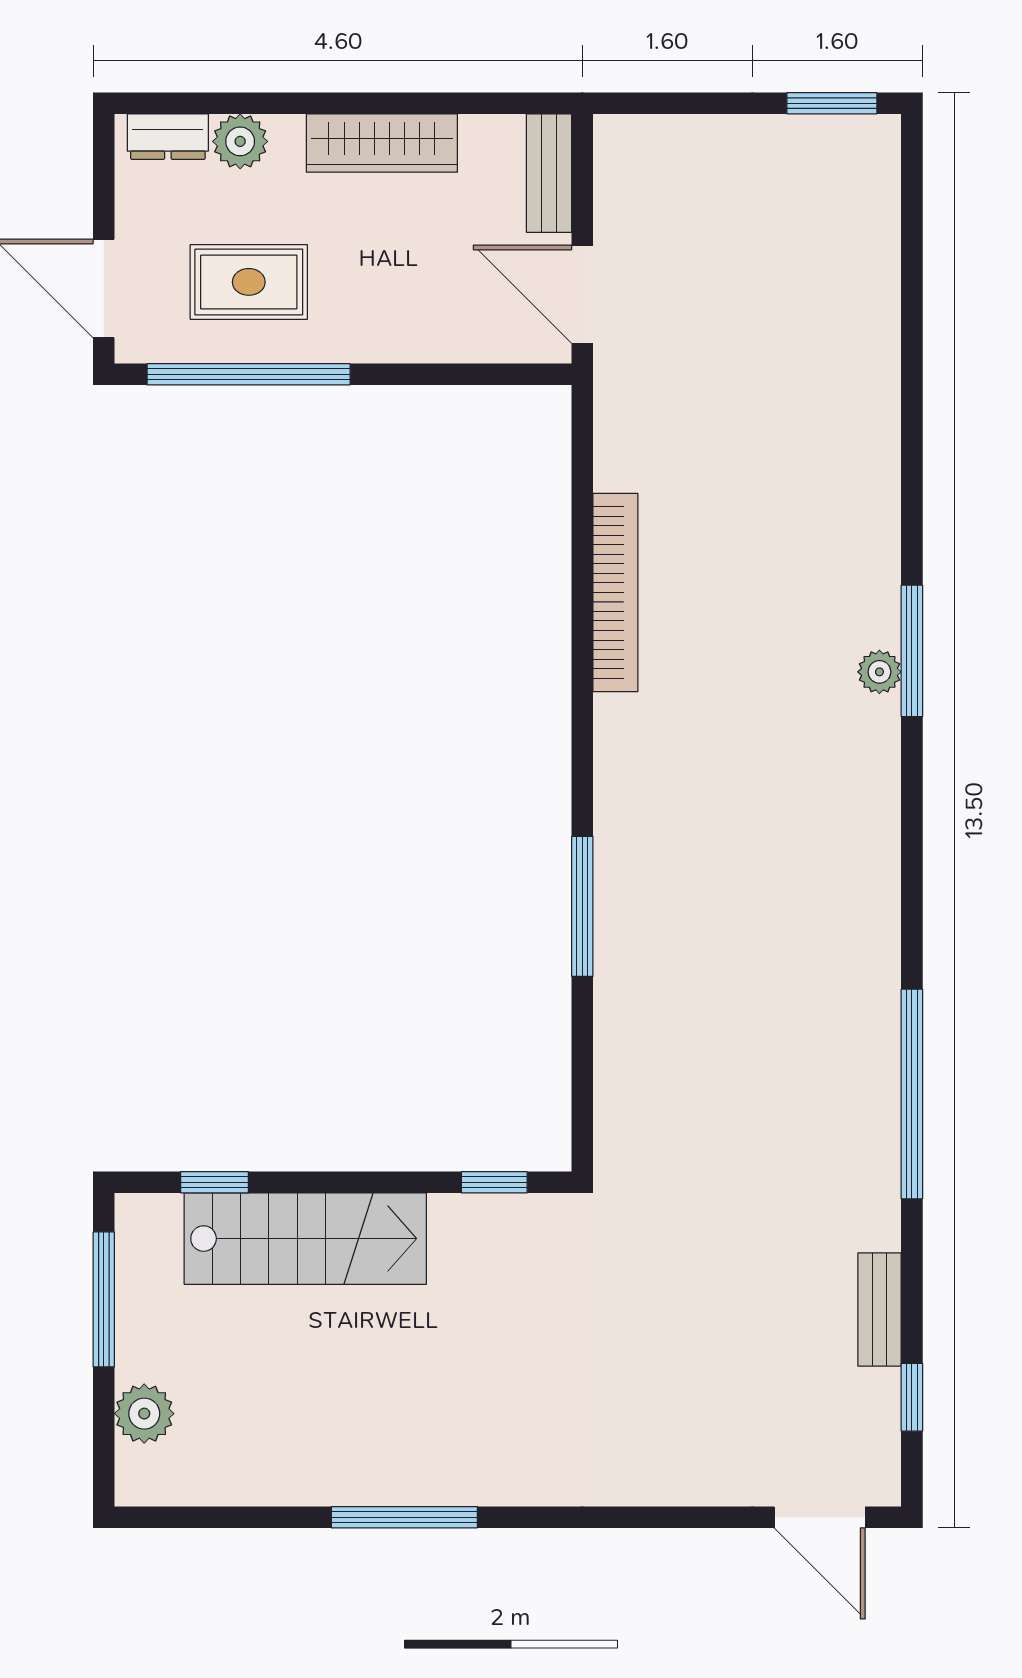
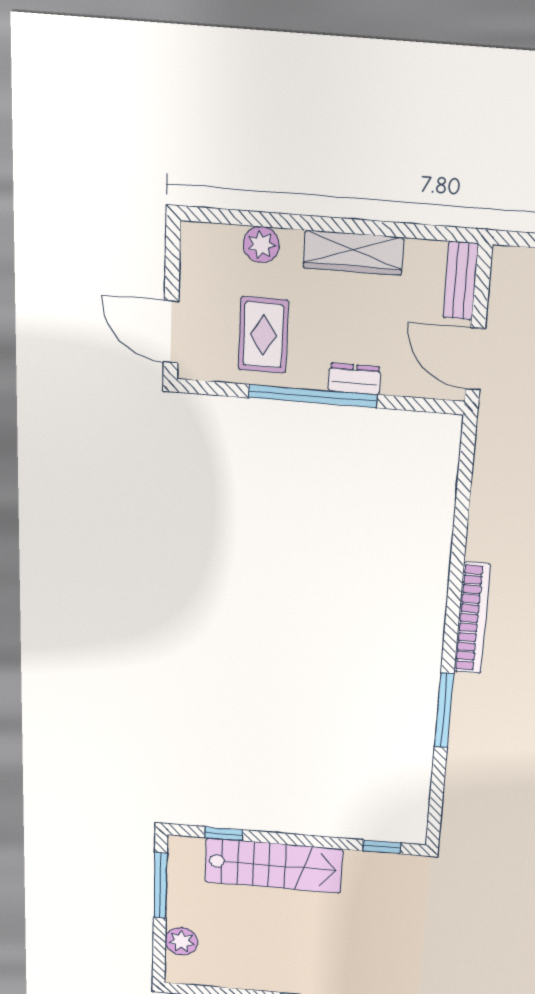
dresser: (168, 137) -> (355, 379), moved, turned 180
rug: (249, 282) -> (263, 335), turned 90
window: (249, 374) -> (313, 396), moved
bookcase: (615, 592) -> (472, 618), moved

